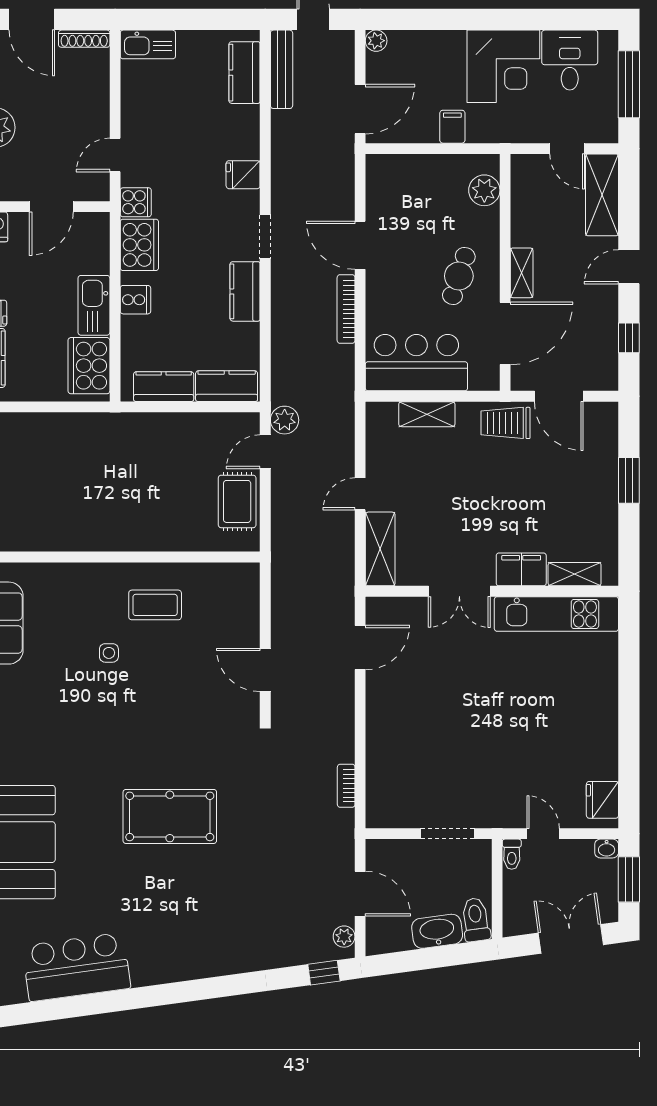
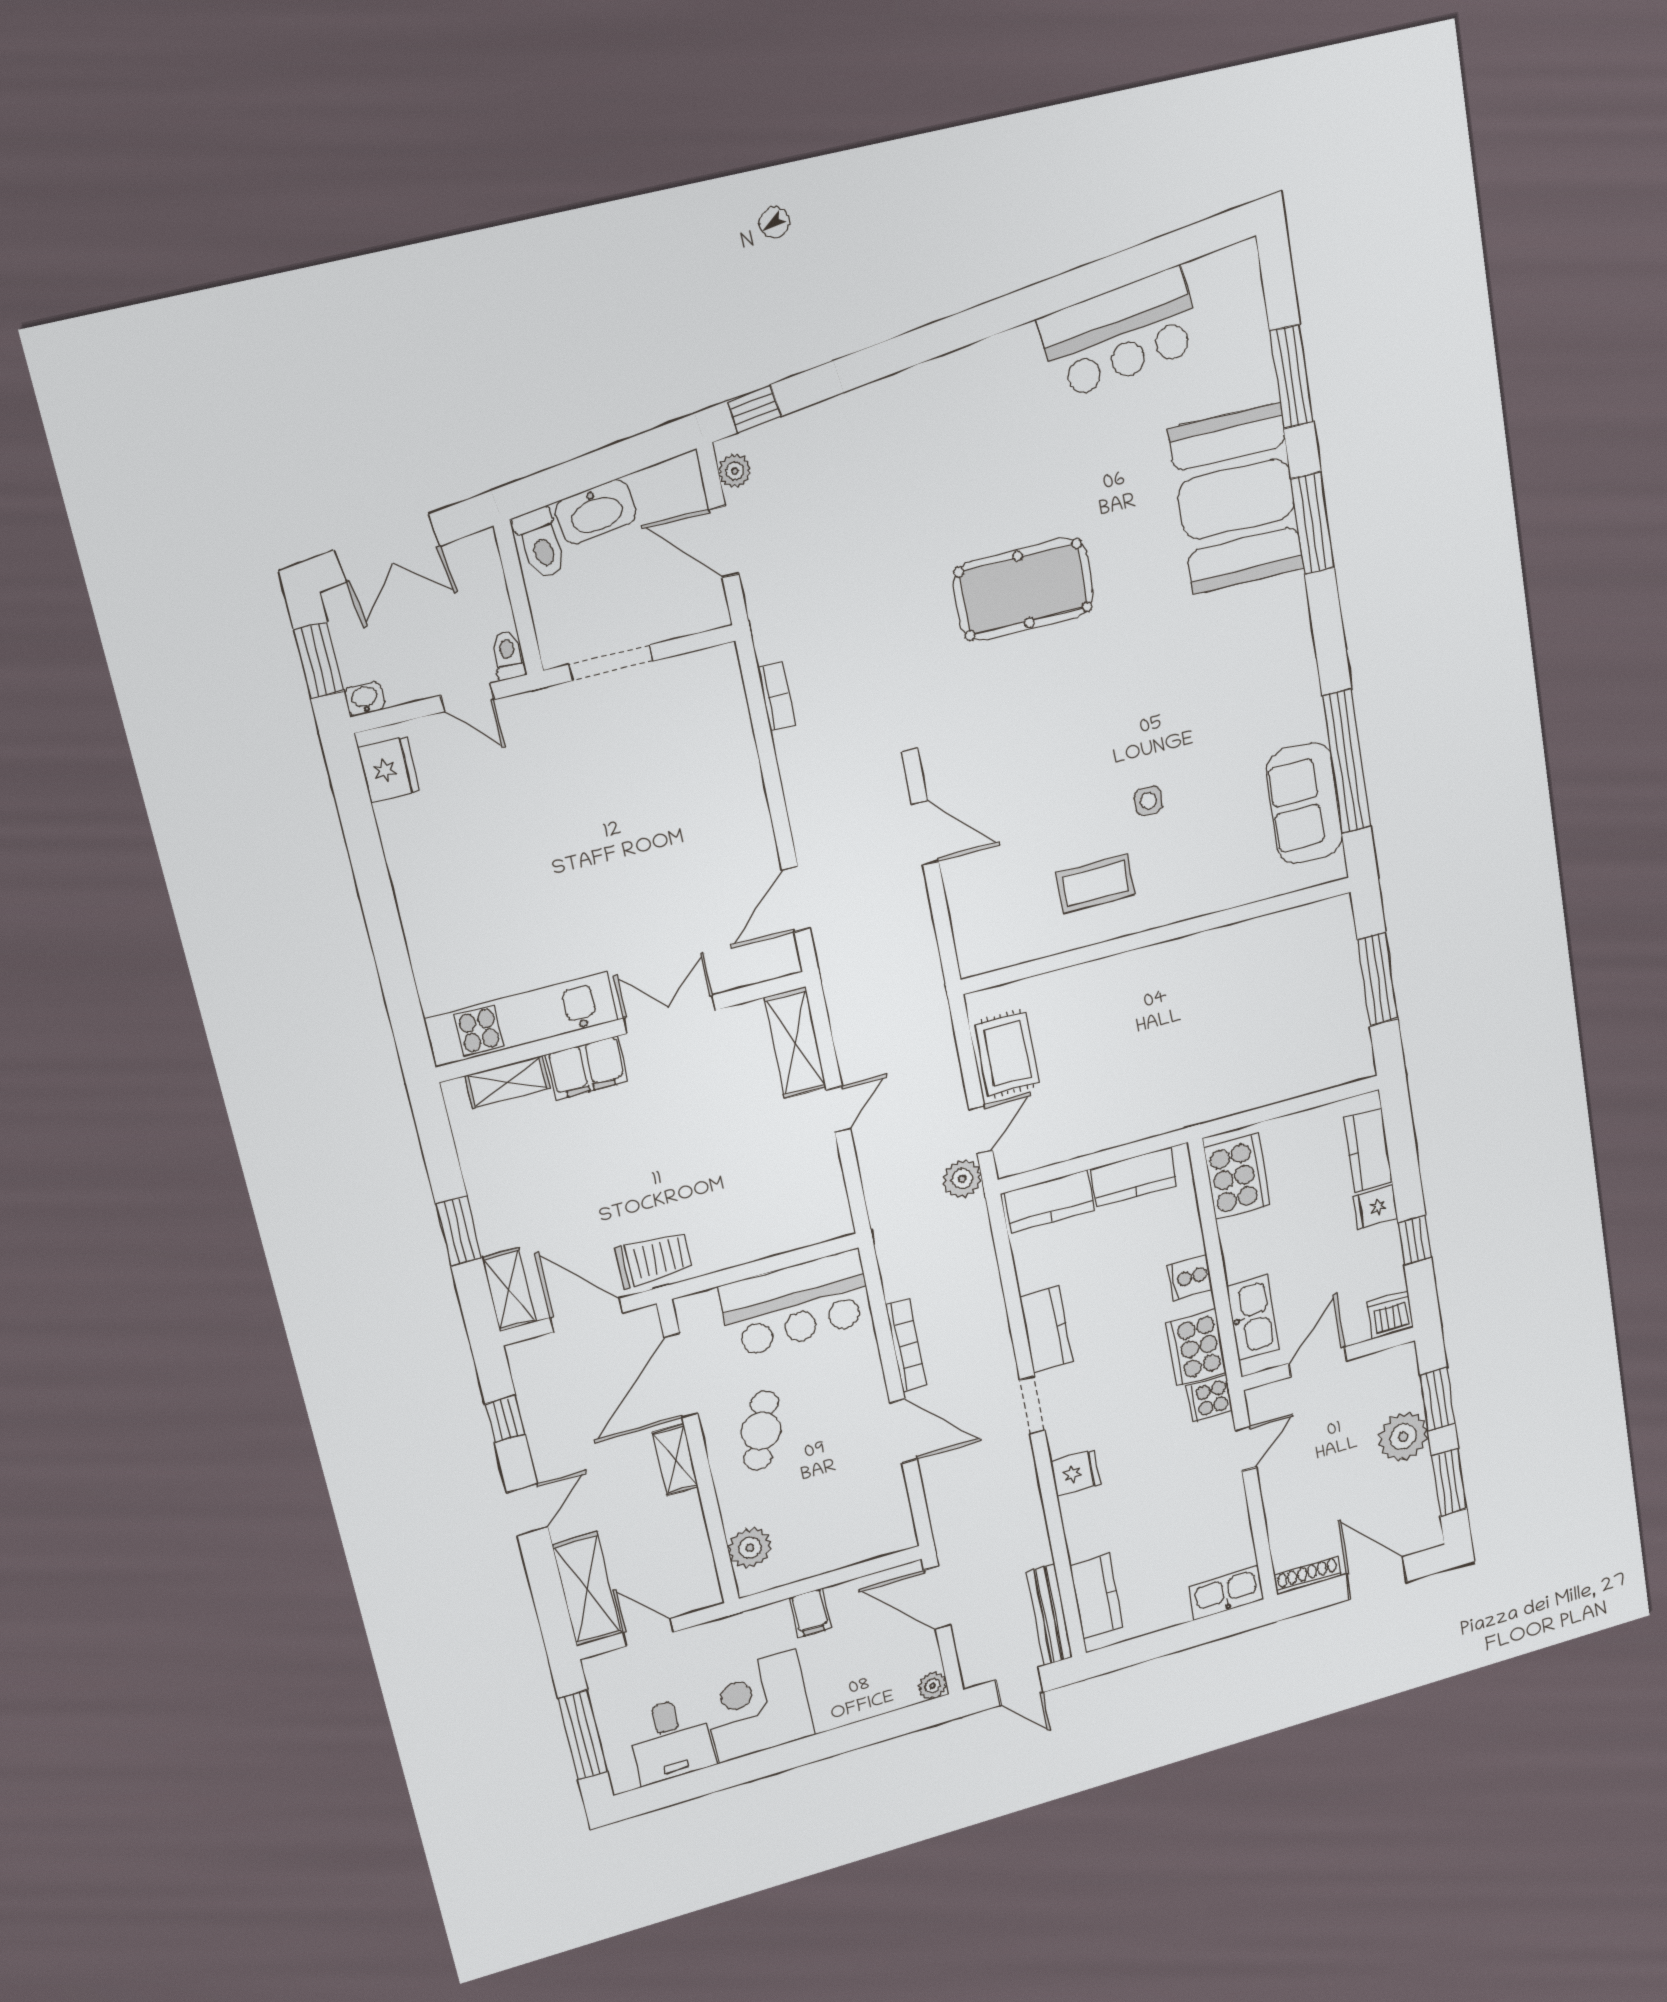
door: (360, 109) -> (937, 1598), hinge flipped
kitchen sink: (94, 305) -> (1253, 1317), moved
shelving: (427, 414) -> (509, 1290), moved, turned 90

